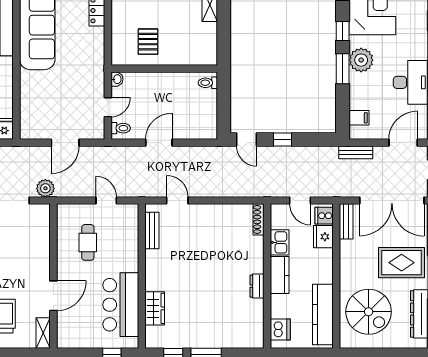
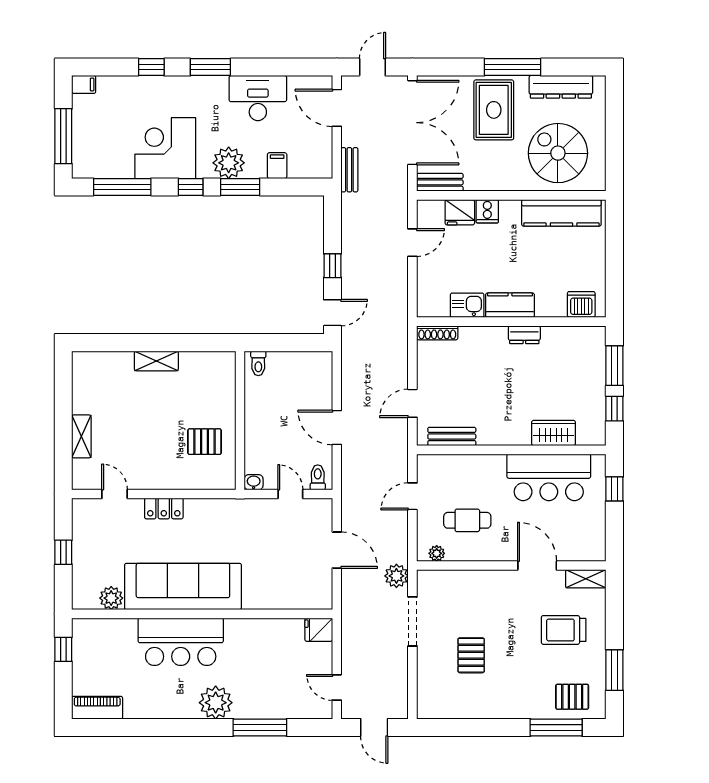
filing cabinet: (359, 118) -> (277, 166), moved
cooker: (324, 216) -> (487, 211), moved
plant: (63, 219) -> (437, 553), added
shoe rack: (259, 219) -> (437, 333), moved
kitchen sink: (280, 242) -> (467, 305), moved
kitchen counter: (280, 275) -> (510, 305), moved
wall: (267, 276) -> (511, 322), moved
dresser: (257, 286) -> (524, 335), moved
spiral stairs: (369, 312) -> (558, 153), turned -90
dishwasher: (280, 330) -> (581, 304), moved

